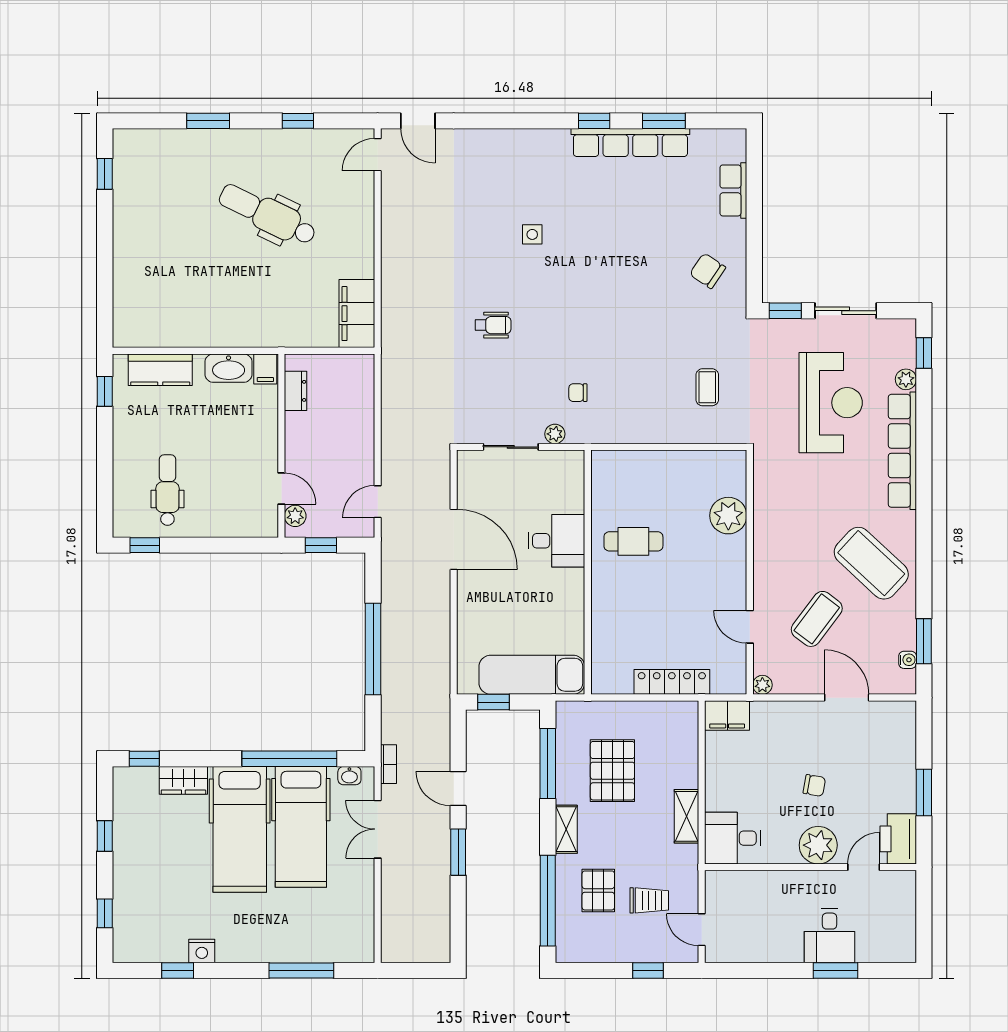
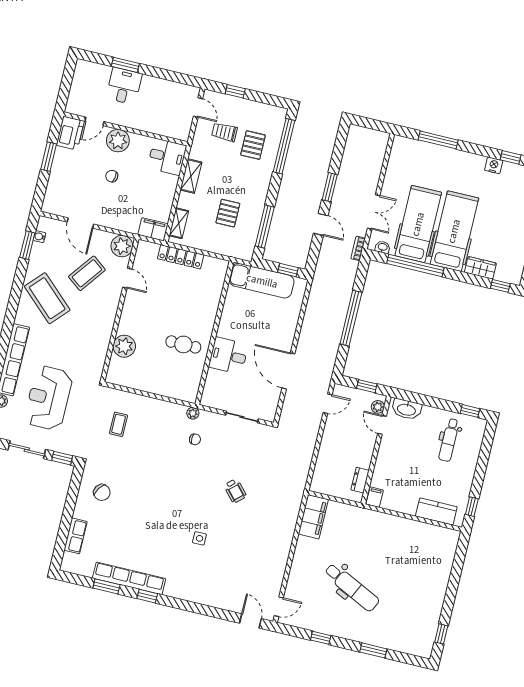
wheelchair: (493, 325) -> (235, 491), turned -132
washbasin: (229, 368) -> (407, 409), moved, turned 180
plant: (555, 434) -> (193, 413), moved
plant: (762, 685) -> (122, 246), width x1.88, depth x1.88
pallet: (612, 771) -> (228, 213), width x0.67, depth x0.71
shelving: (566, 829) -> (179, 223), moved

